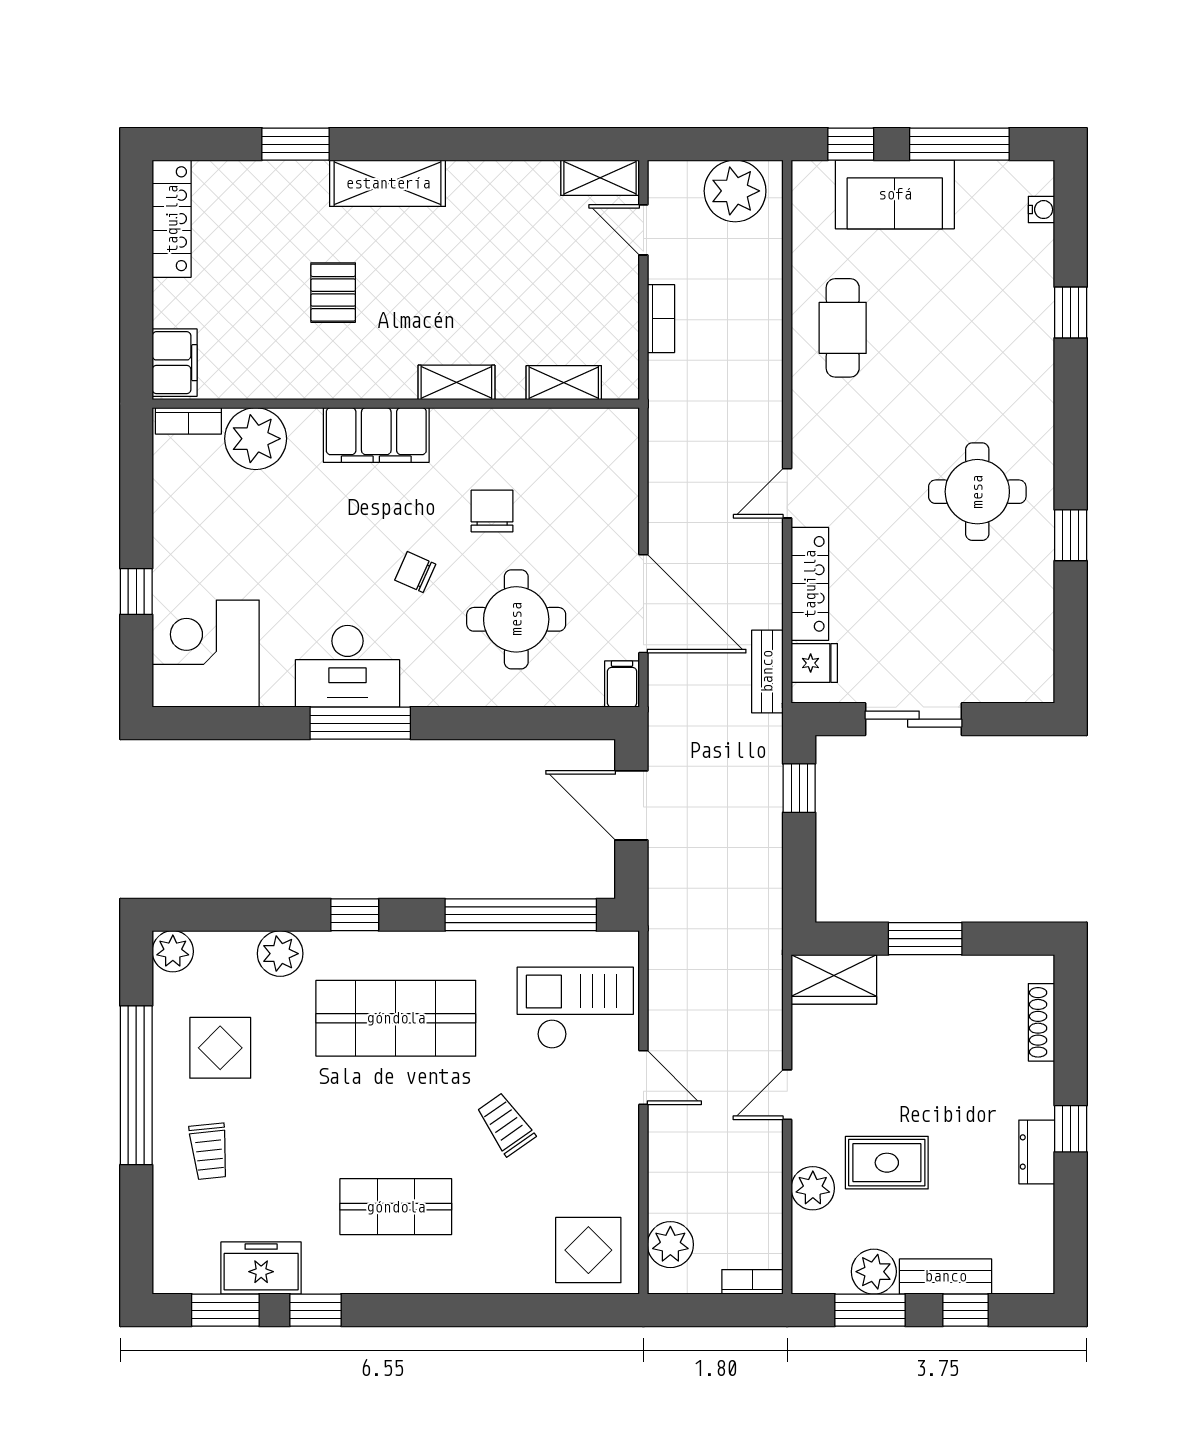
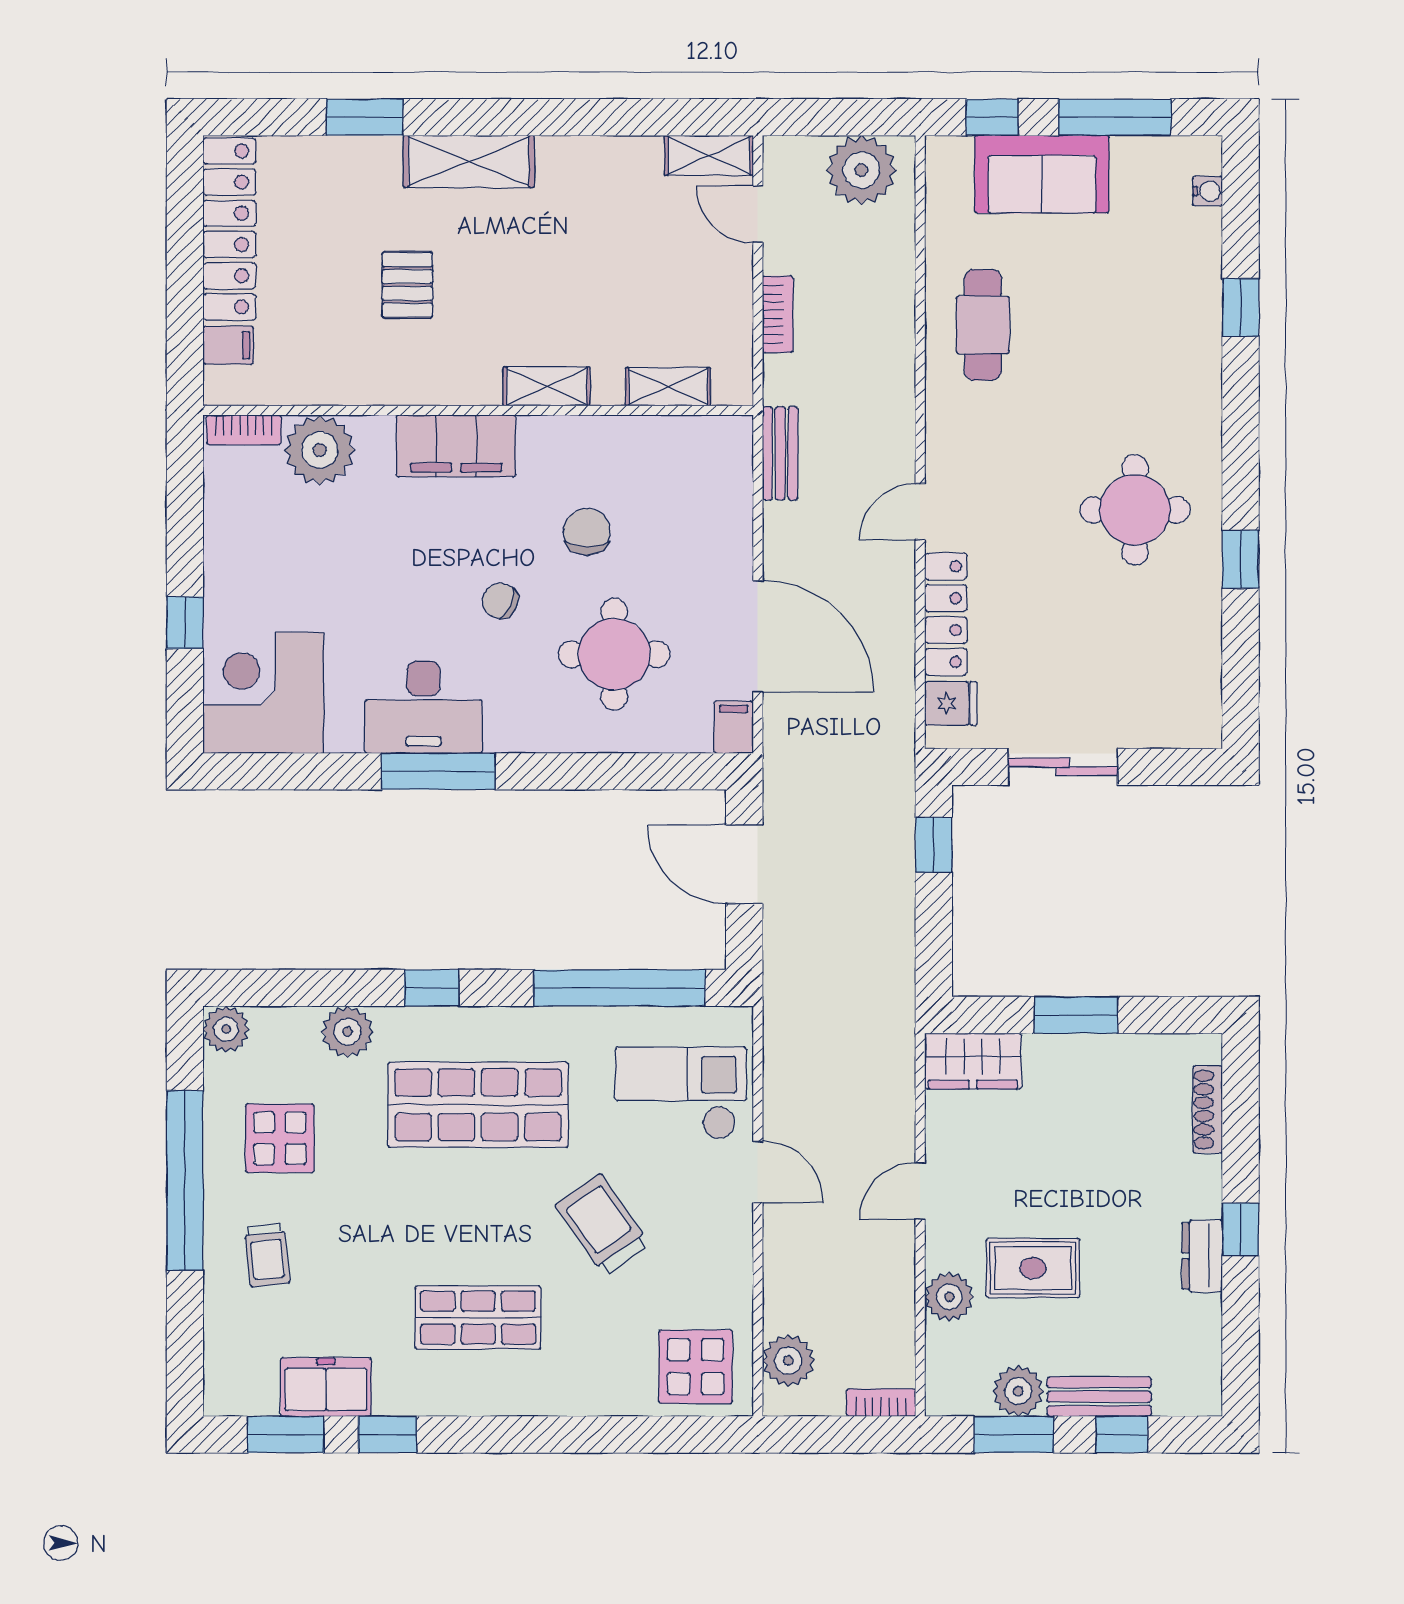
locker: (172, 219) -> (229, 229), width x1.41, depth x1.21
filing cabinet: (175, 363) -> (228, 345), width x0.50
bench: (767, 671) -> (780, 453), moved
trolley: (506, 1124) -> (602, 1225), width x1.36, depth x1.39

